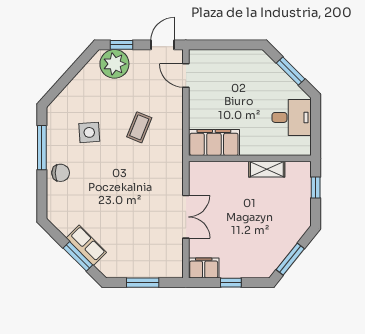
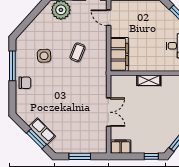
filing cabinet: (214, 143) -> (119, 54), moved, turned 90
shelving: (267, 169) -> (149, 80), moved
window: (231, 283) -> (151, 156), moved

